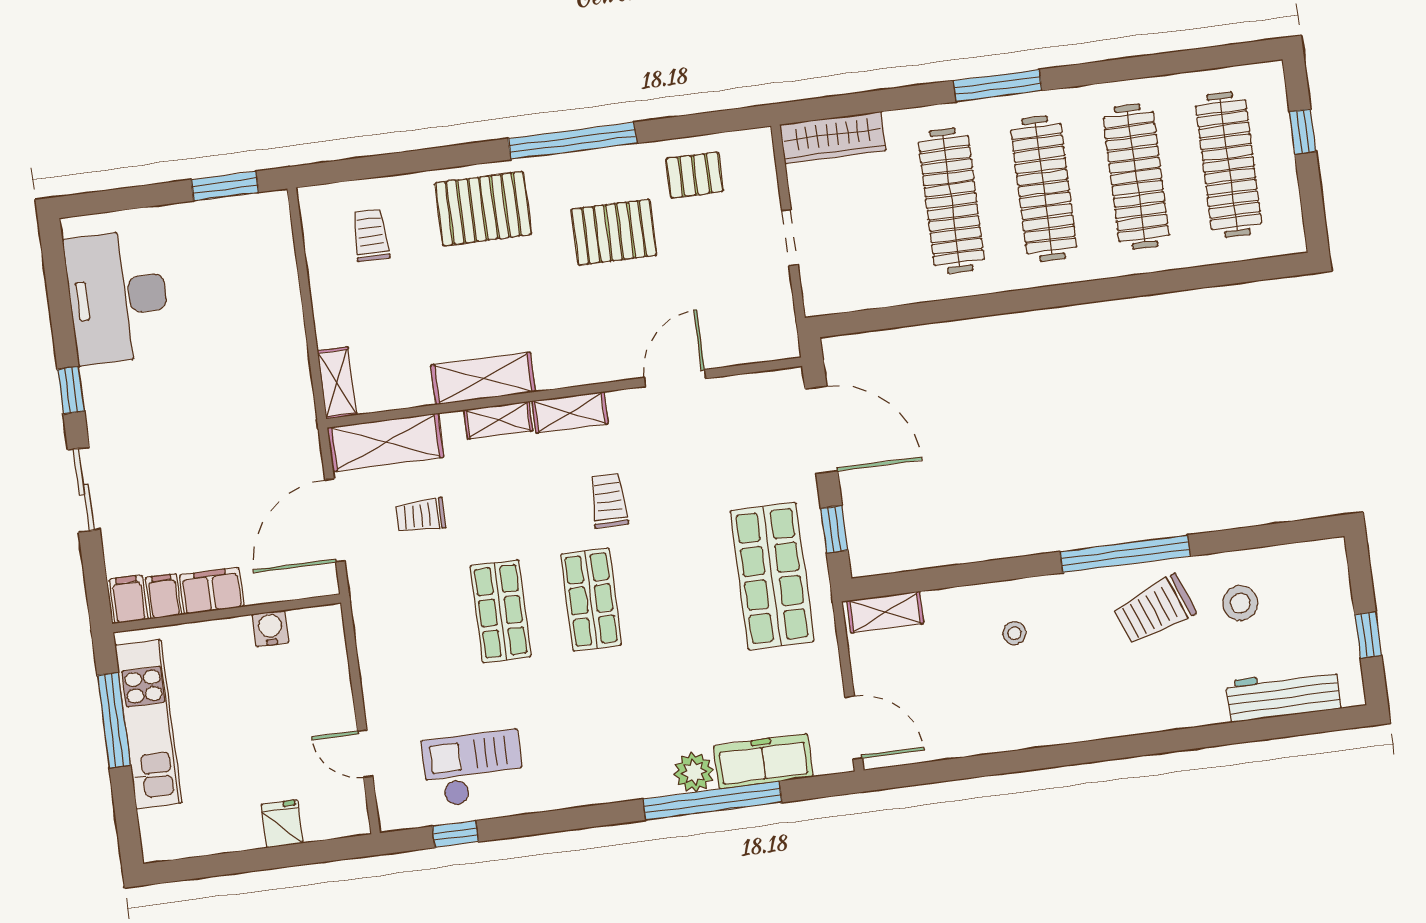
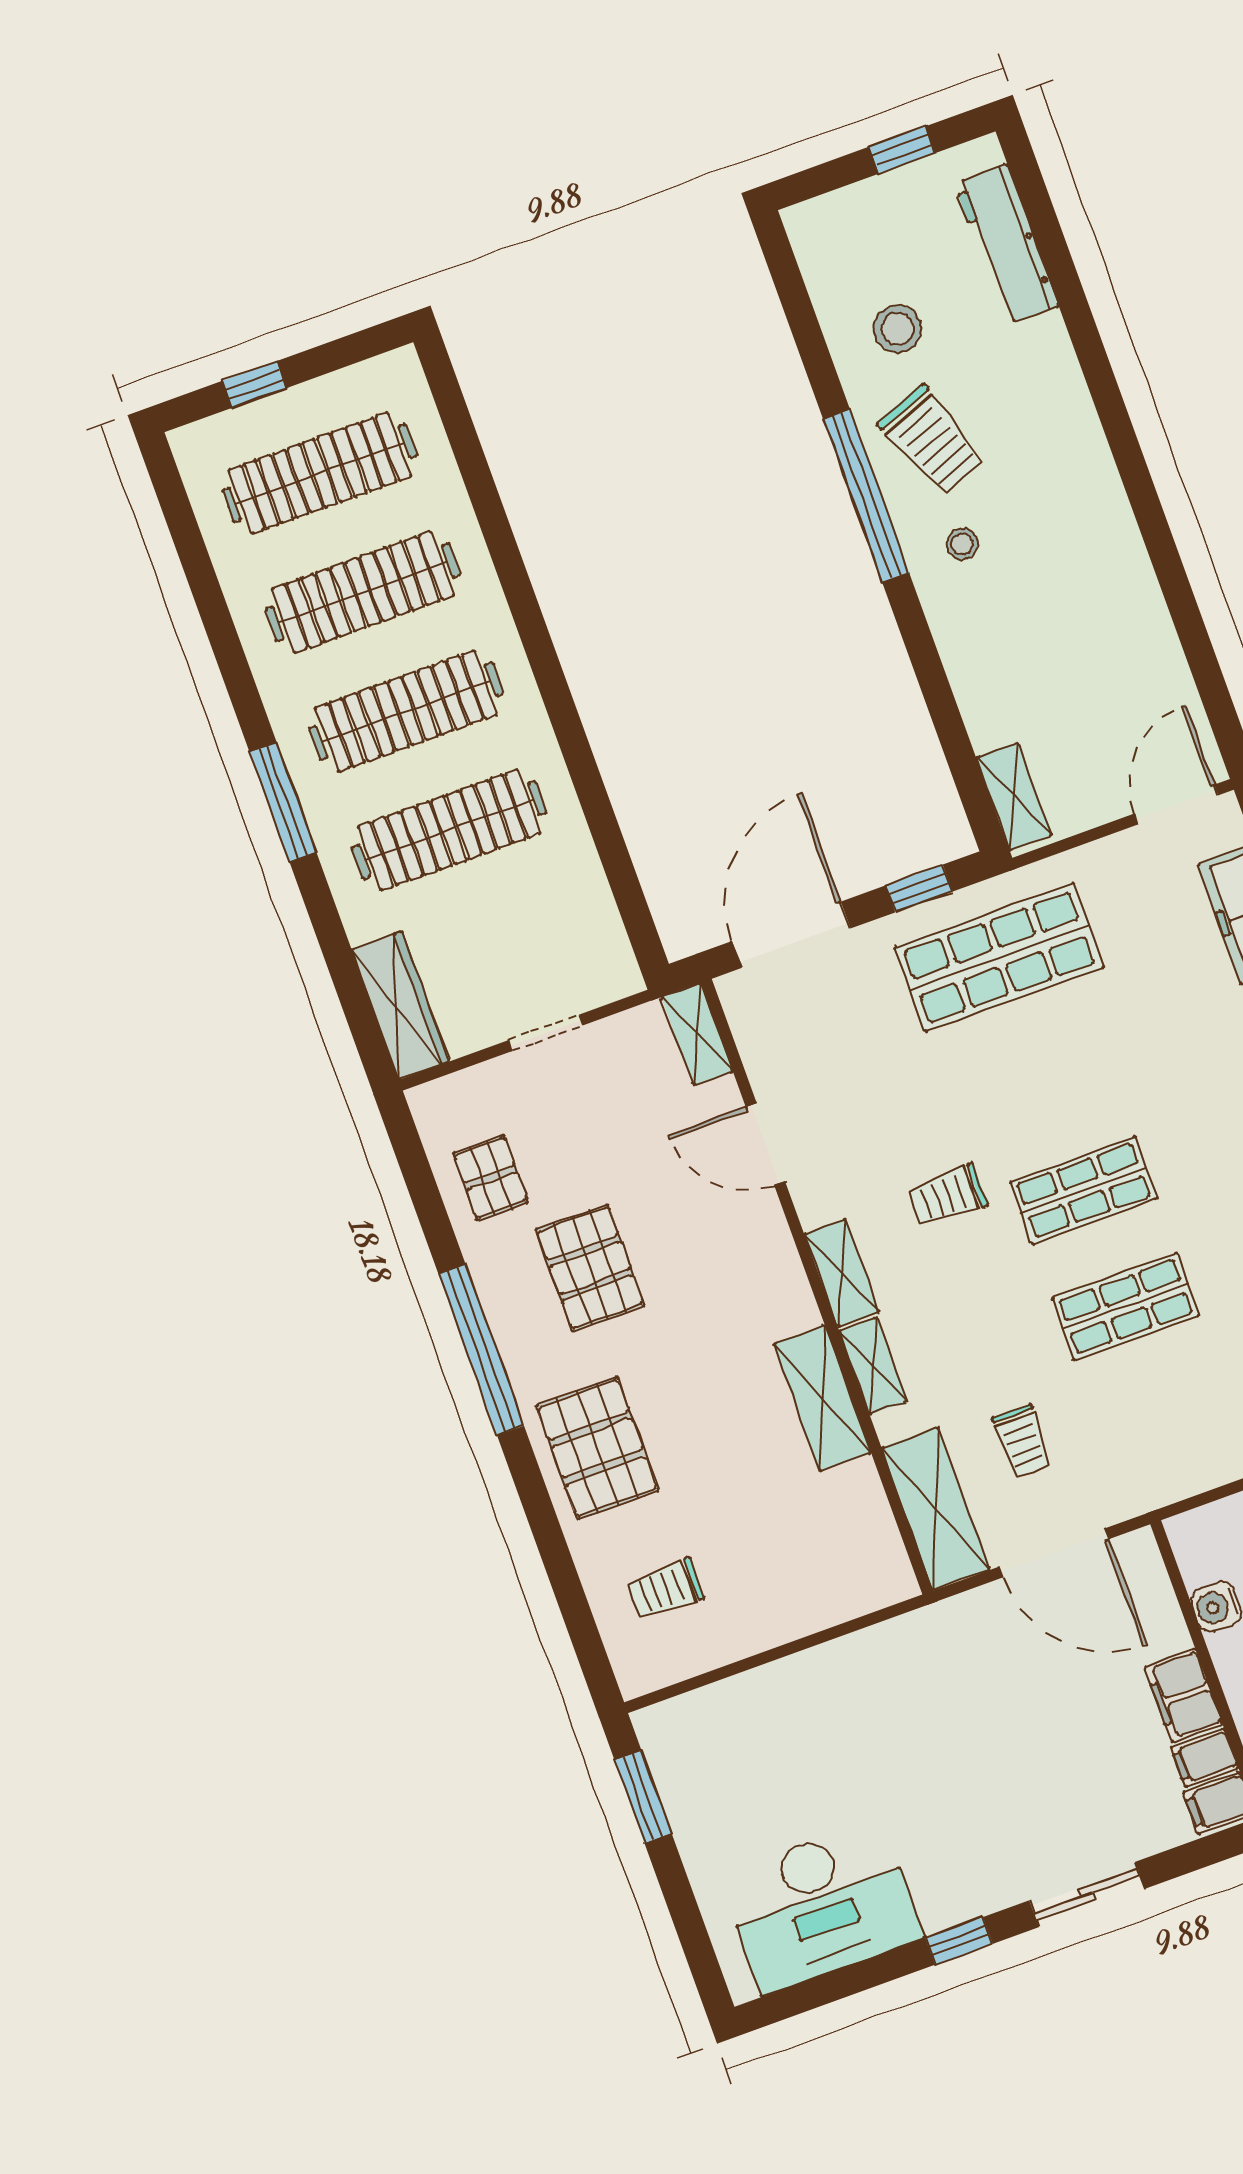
shelving: (337, 383) -> (697, 1034), moved, turned 90
stool: (1014, 633) -> (962, 544), moved

